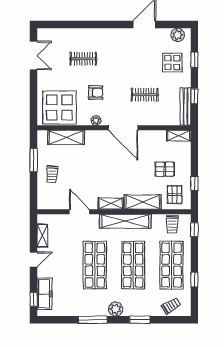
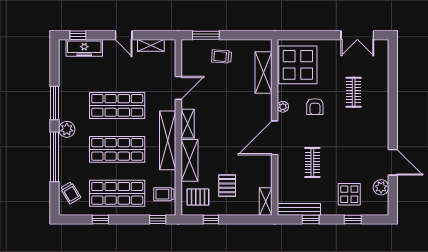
plant: (178, 35) -> (381, 187), moved
window: (34, 160) -> (206, 35), moved
window: (140, 320) -> (55, 157), width x2.11

